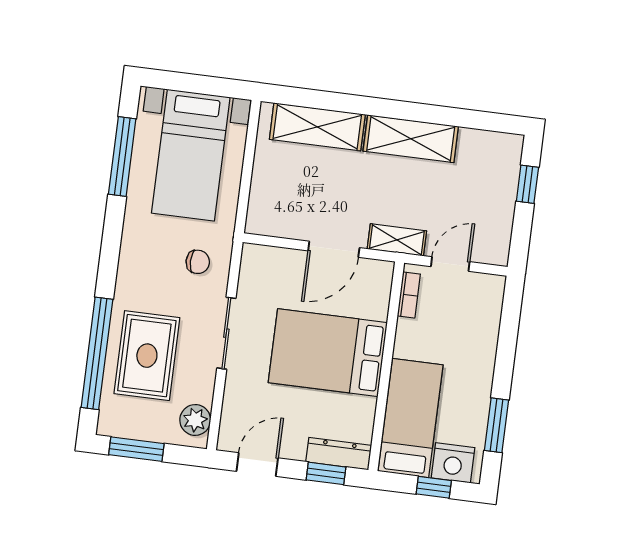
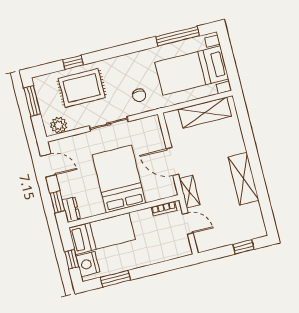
shelving: (317, 127) -> (205, 113), moved, turned 90
window: (97, 353) -> (73, 62), width x0.32
dresser: (339, 454) -> (71, 209), width x0.70

